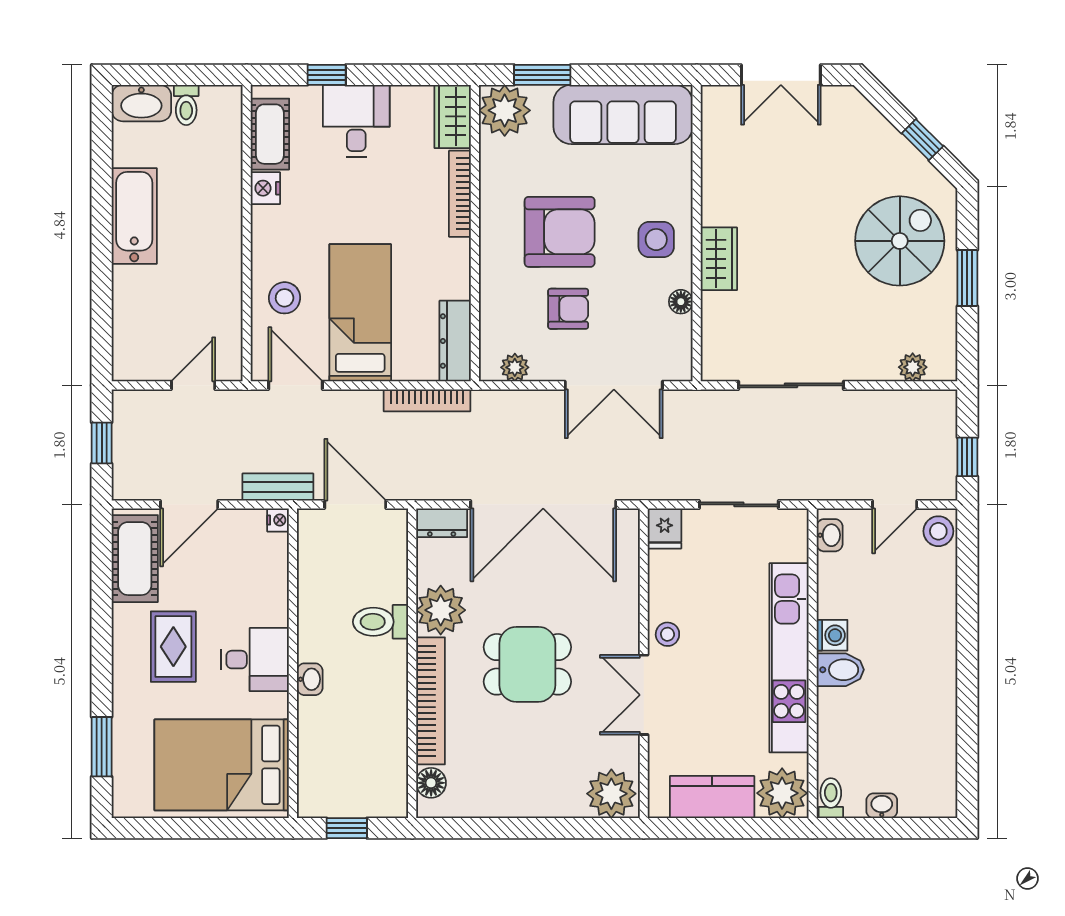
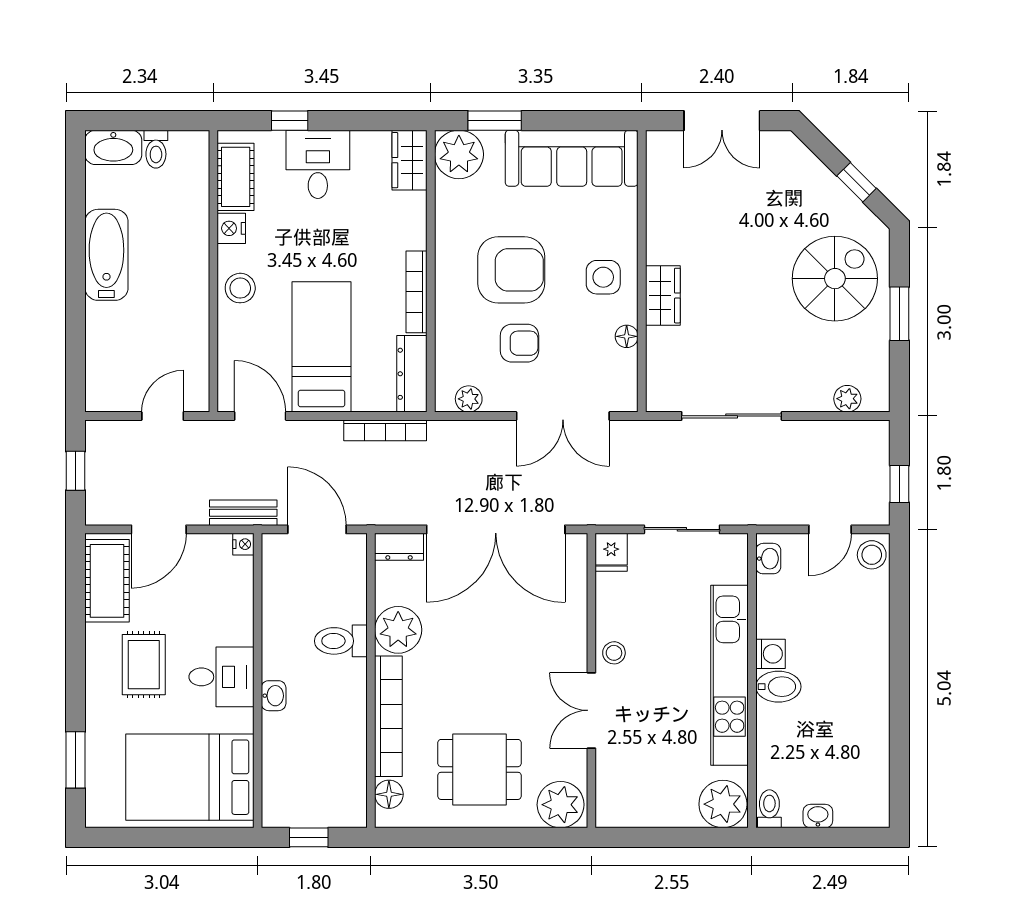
bookcase: (460, 194) -> (417, 292), moved
stool: (285, 298) -> (240, 288), moved
dining table: (527, 664) -> (479, 769), moved
kitchen counter: (712, 797) -> (656, 808), removed

